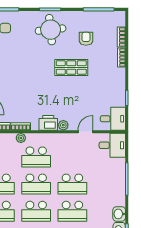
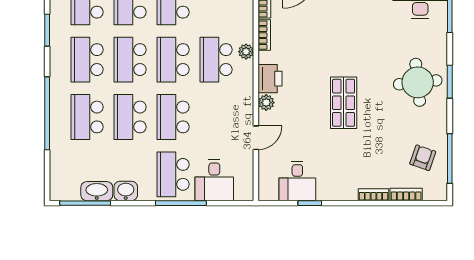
armchair: (86, 39) -> (423, 158), moved, turned -71
shop shelf: (71, 67) -> (344, 103), moved
desk: (113, 119) -> (297, 181), moved
door: (86, 132) -> (256, 138), hinge flipped
plant: (21, 138) -> (246, 52), moved
desk: (112, 145) -> (214, 180), moved
school desk: (109, 184) -> (173, 174), added

